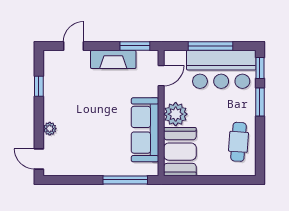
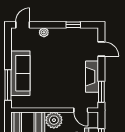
sofa: (145, 130) -> (20, 73), moved, turned 90

